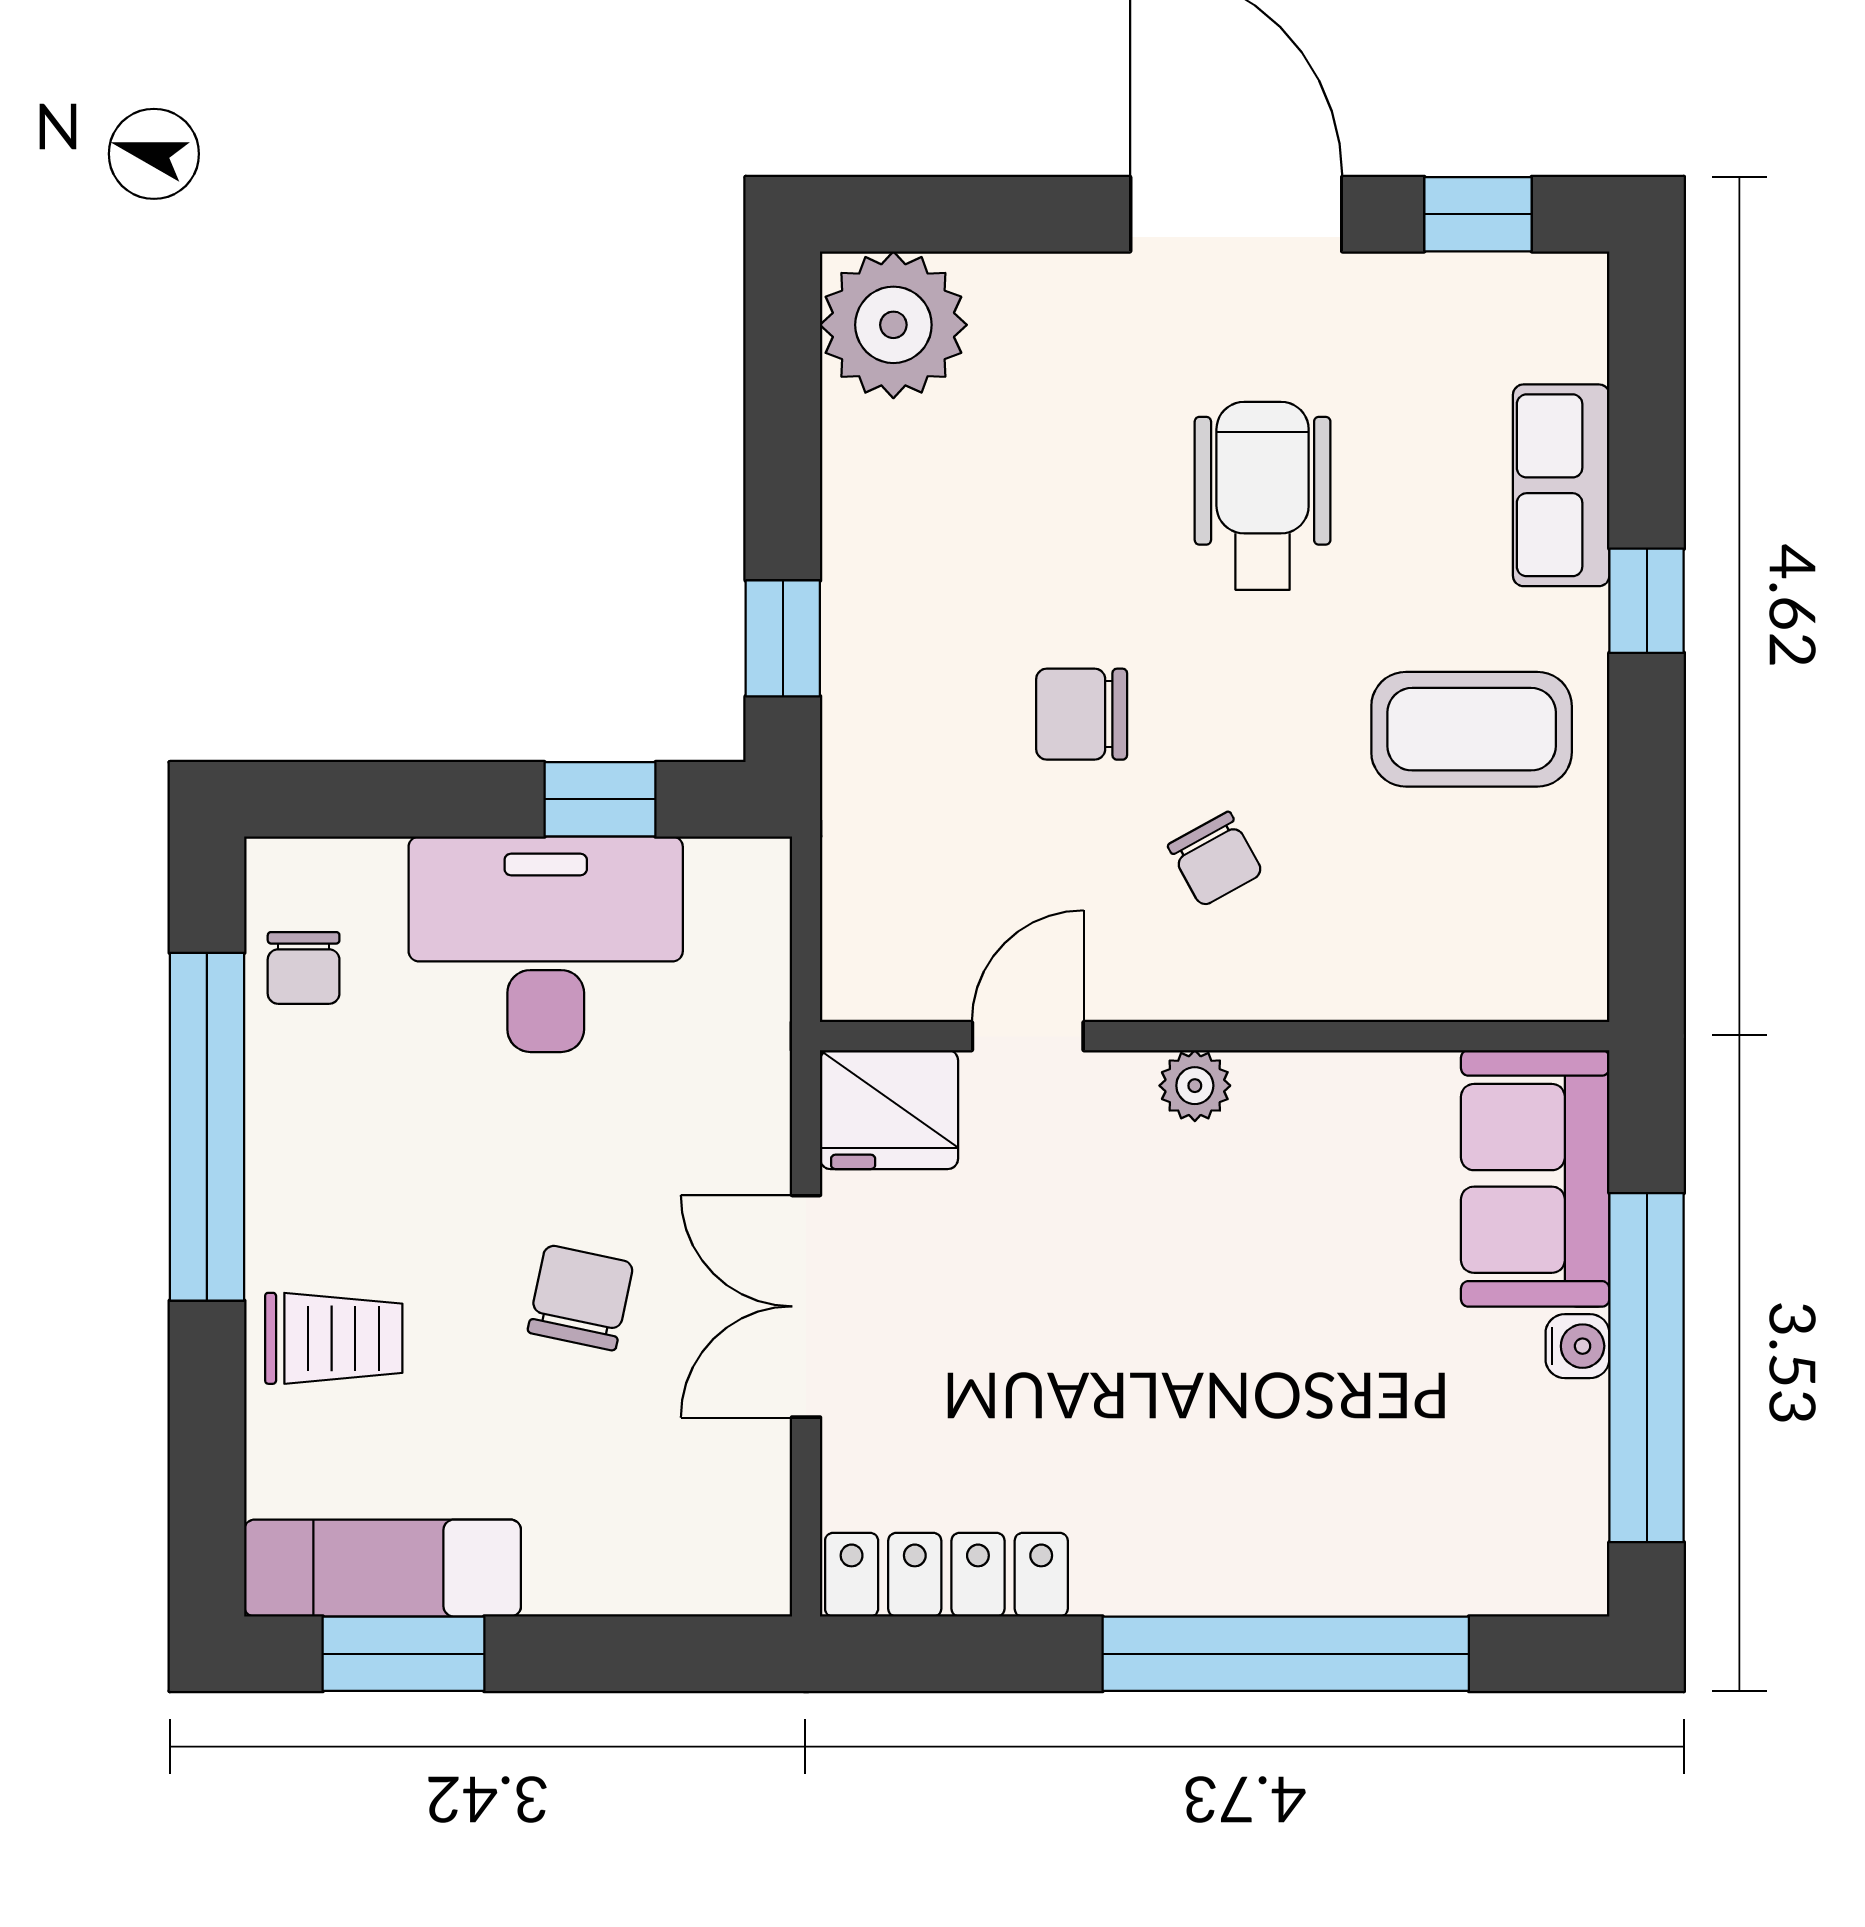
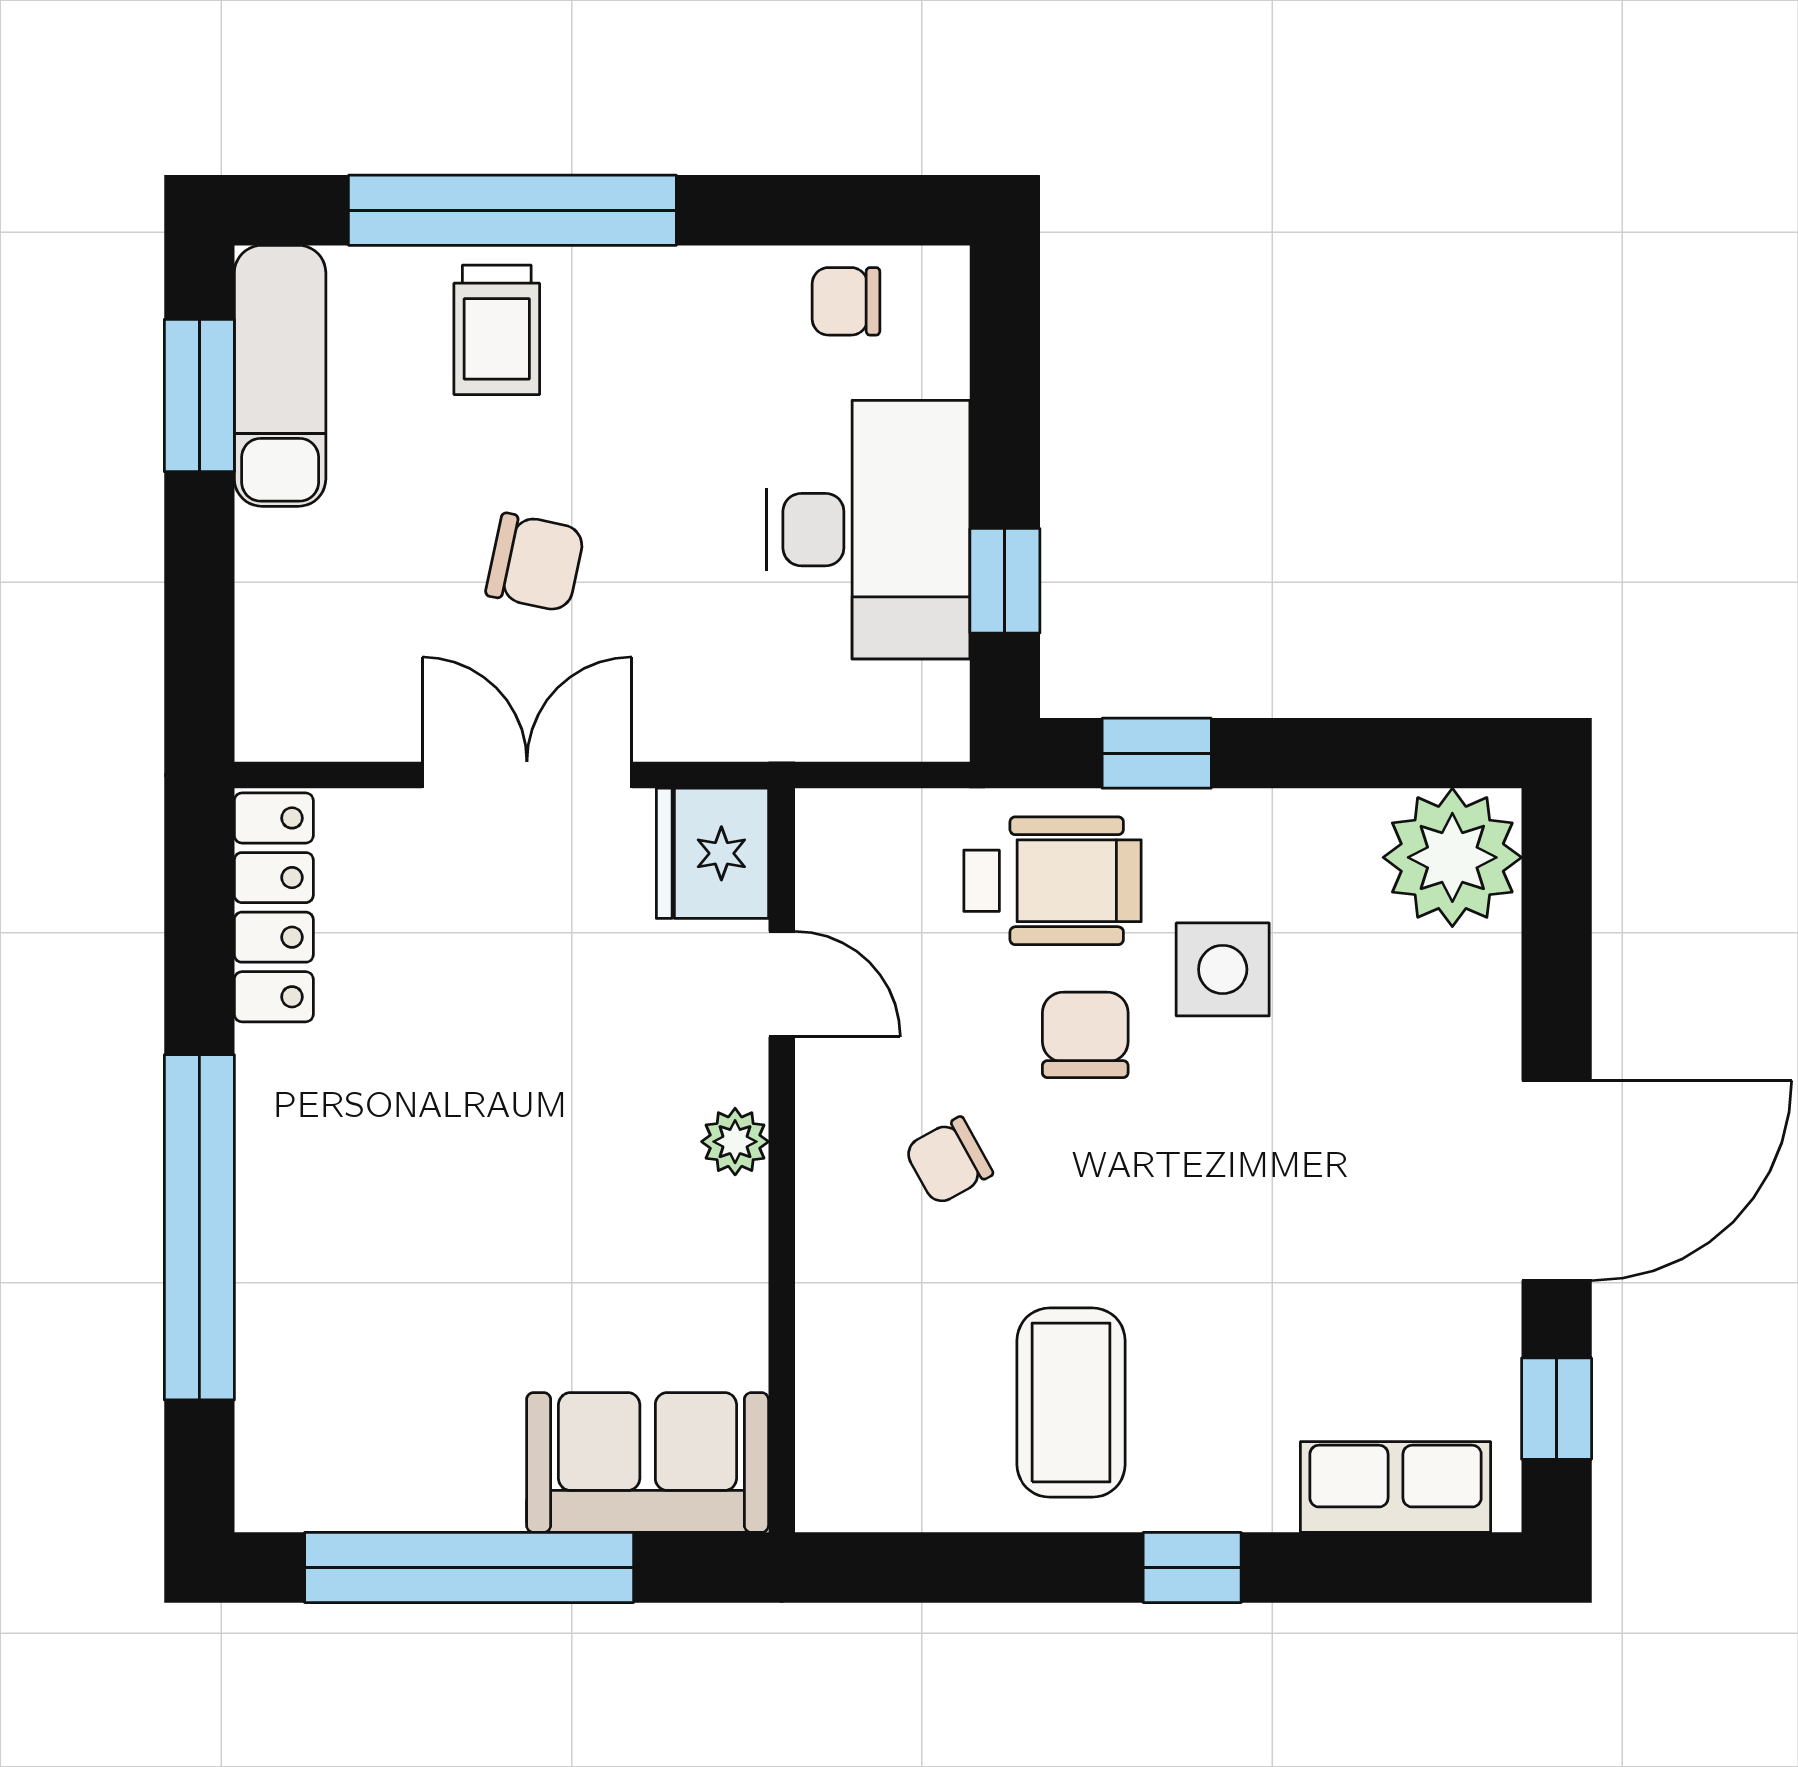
row of seats: (1561, 485) -> (1396, 1487), moved
wheelchair: (1263, 496) -> (1053, 881), moved
side table: (1012, 568) -> (1223, 969), added
window: (207, 1127) -> (512, 210), moved
water cooler: (1577, 1346) -> (489, 1502), removed

